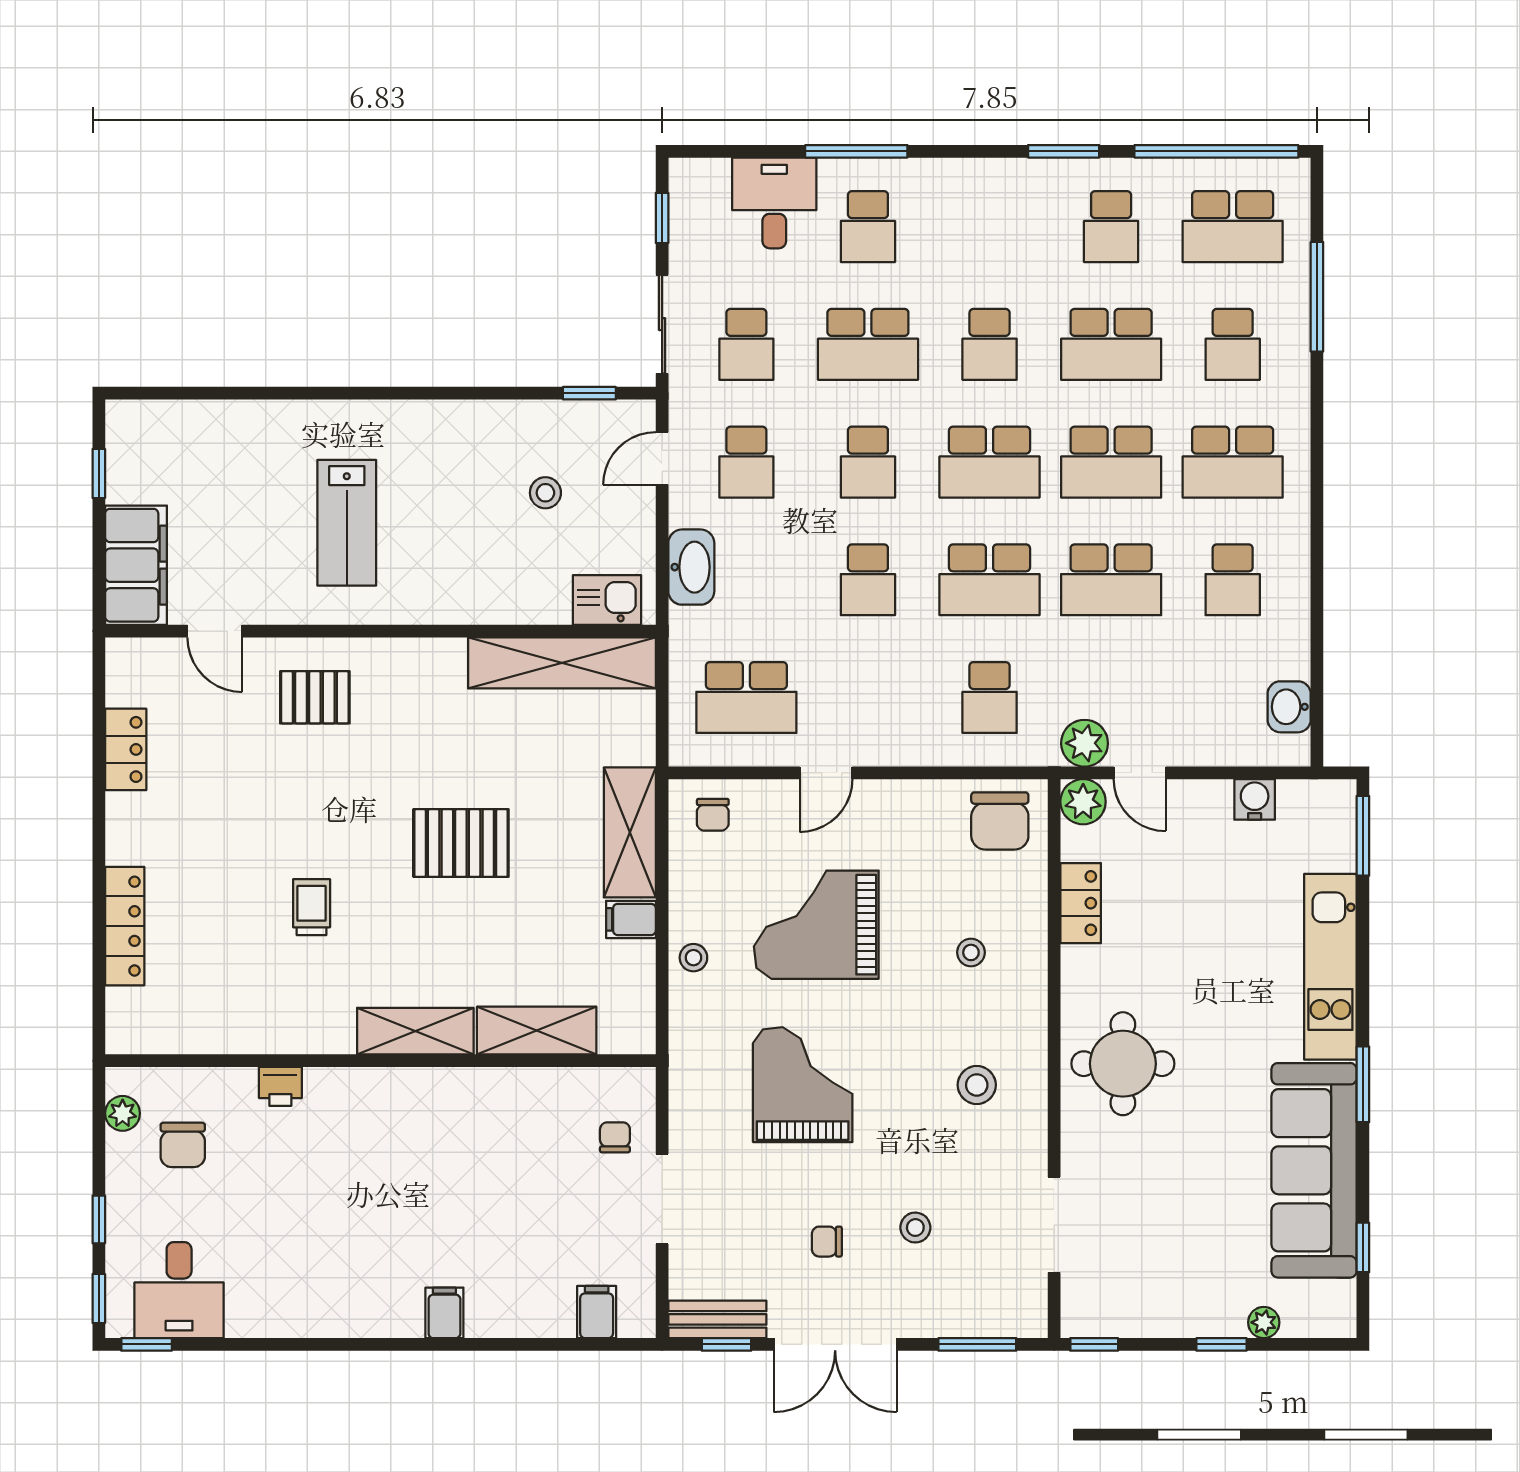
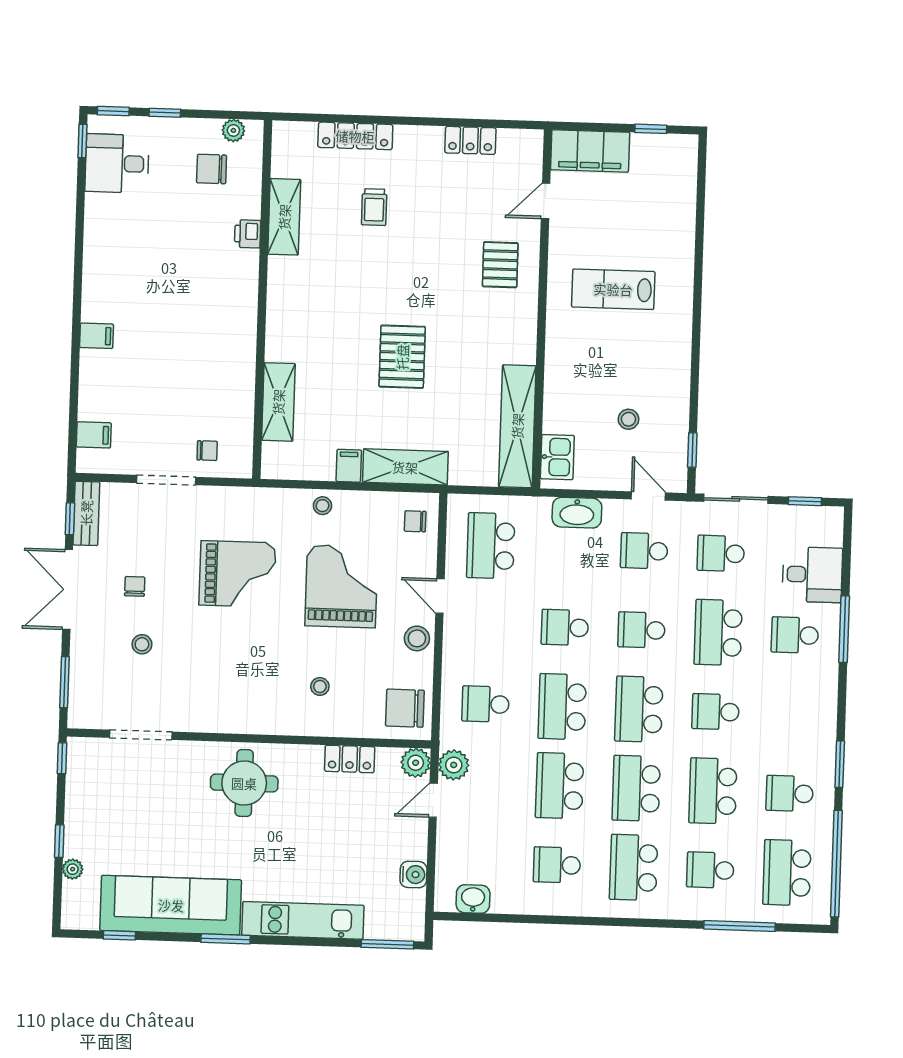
trolley: (312, 907) -> (374, 207), moved, turned 90
shelving: (415, 1031) -> (284, 217), moved
stool: (977, 1085) -> (417, 638), moved

